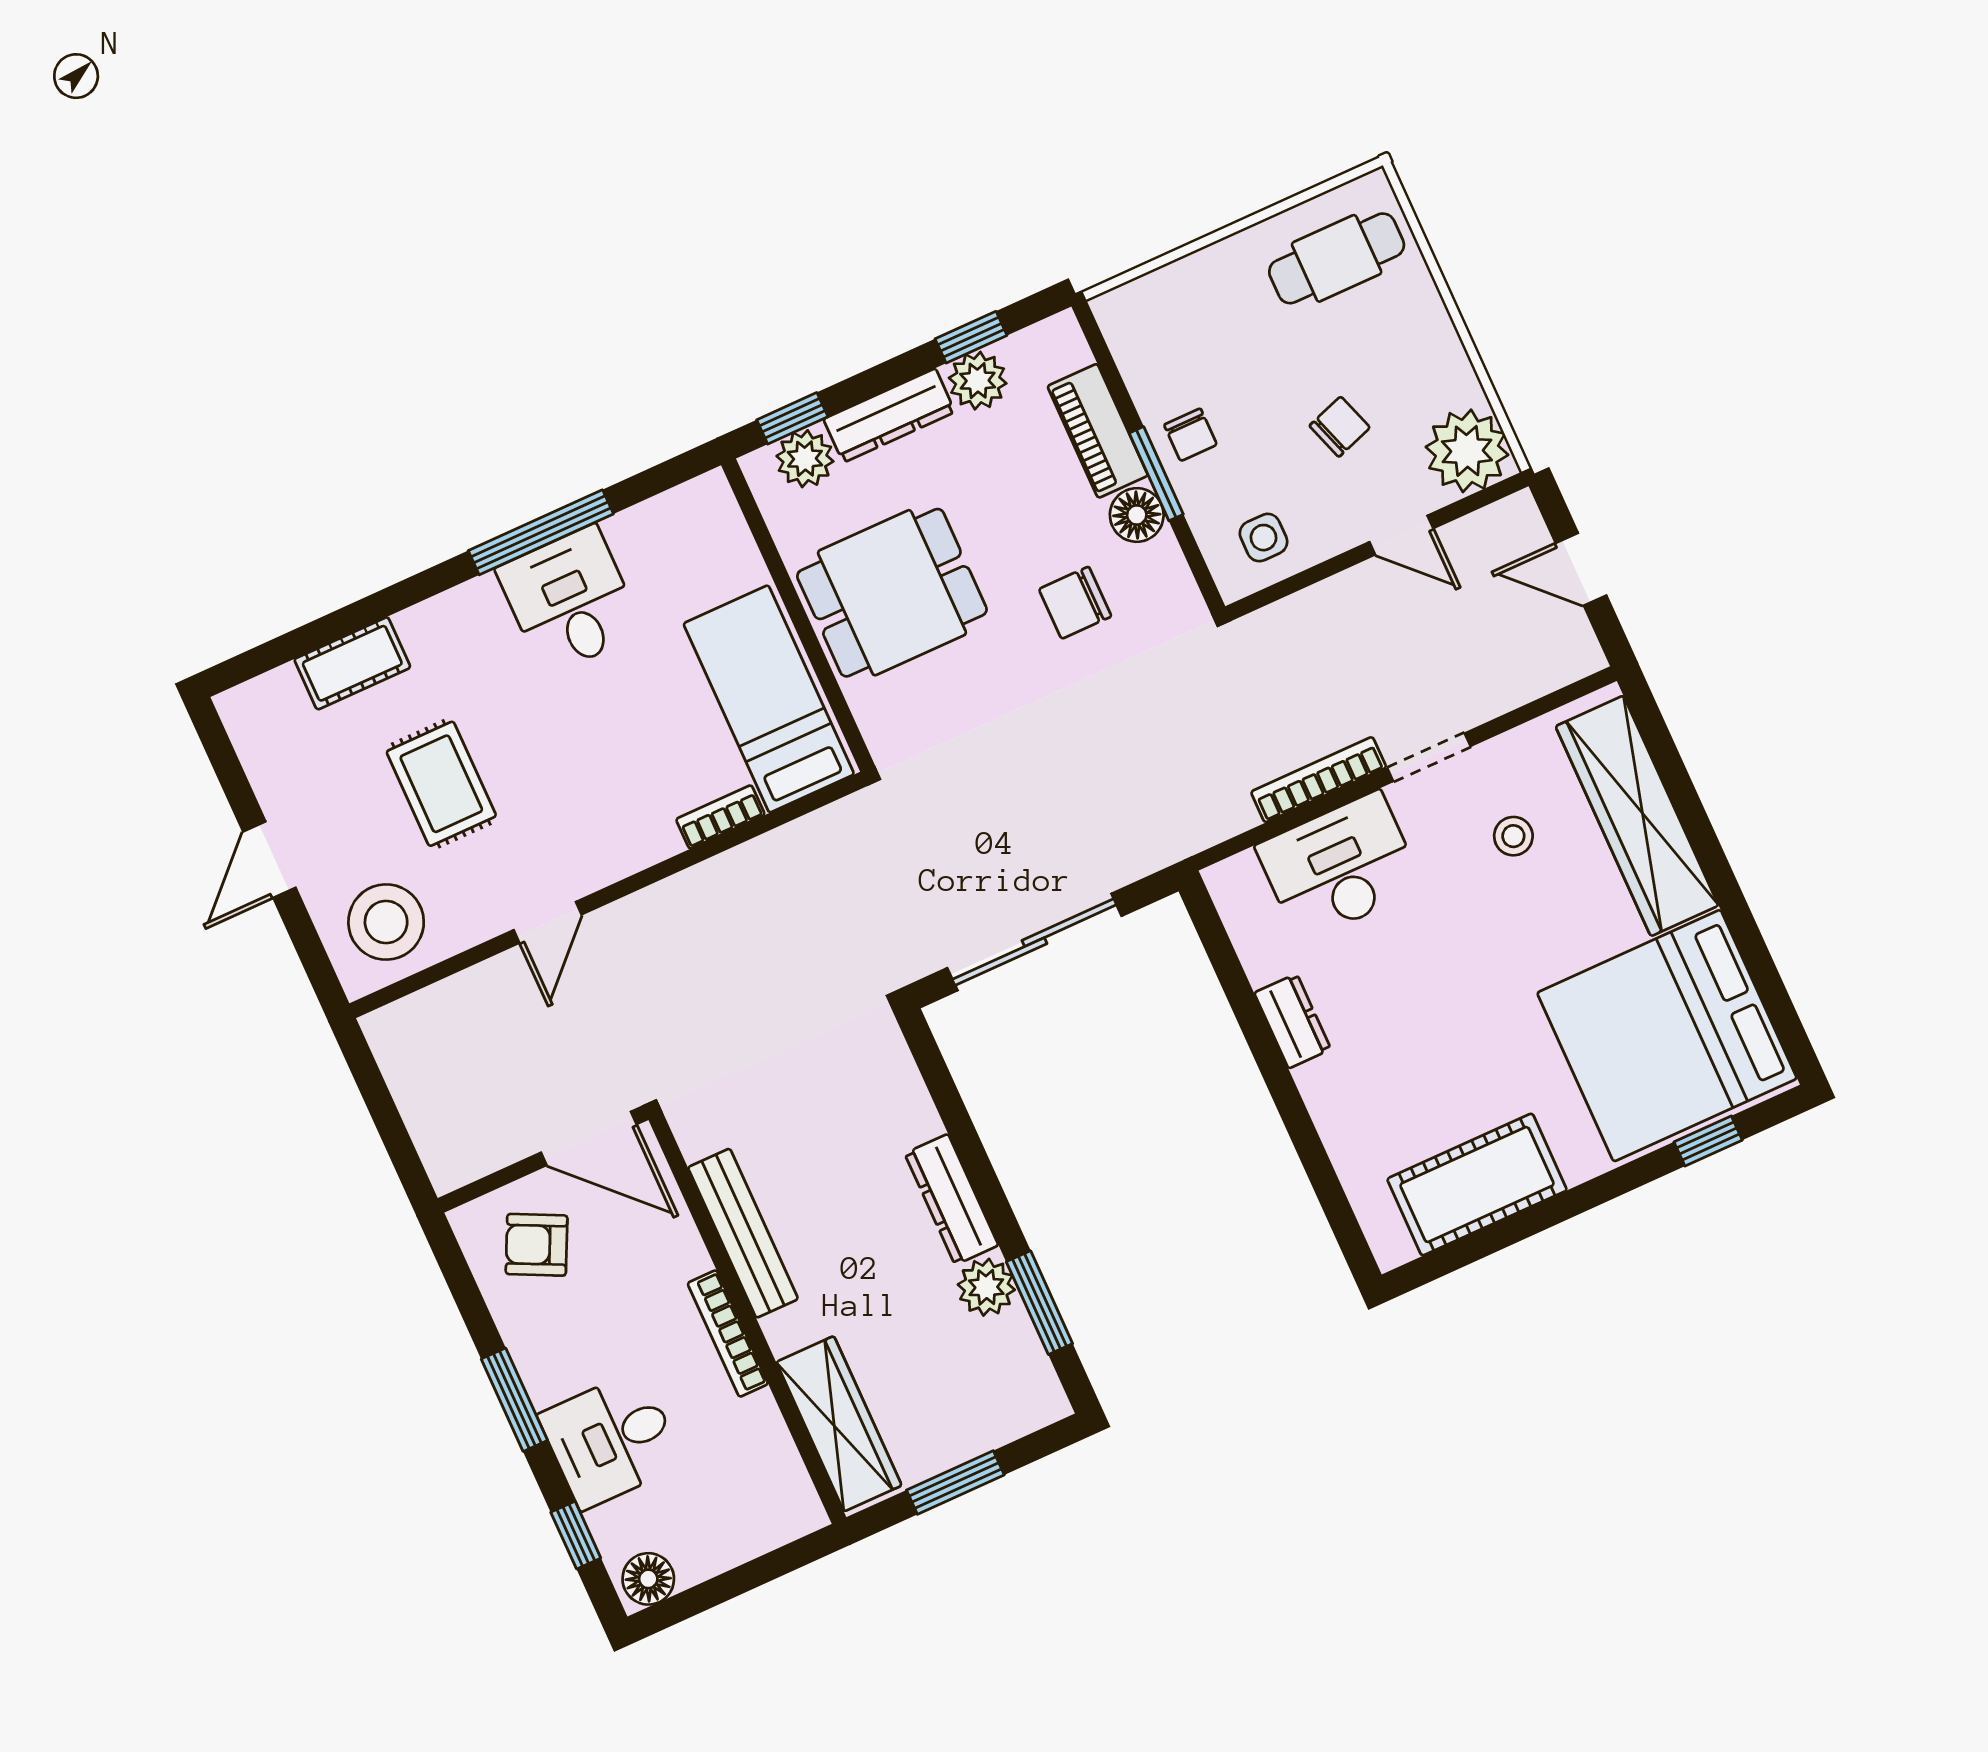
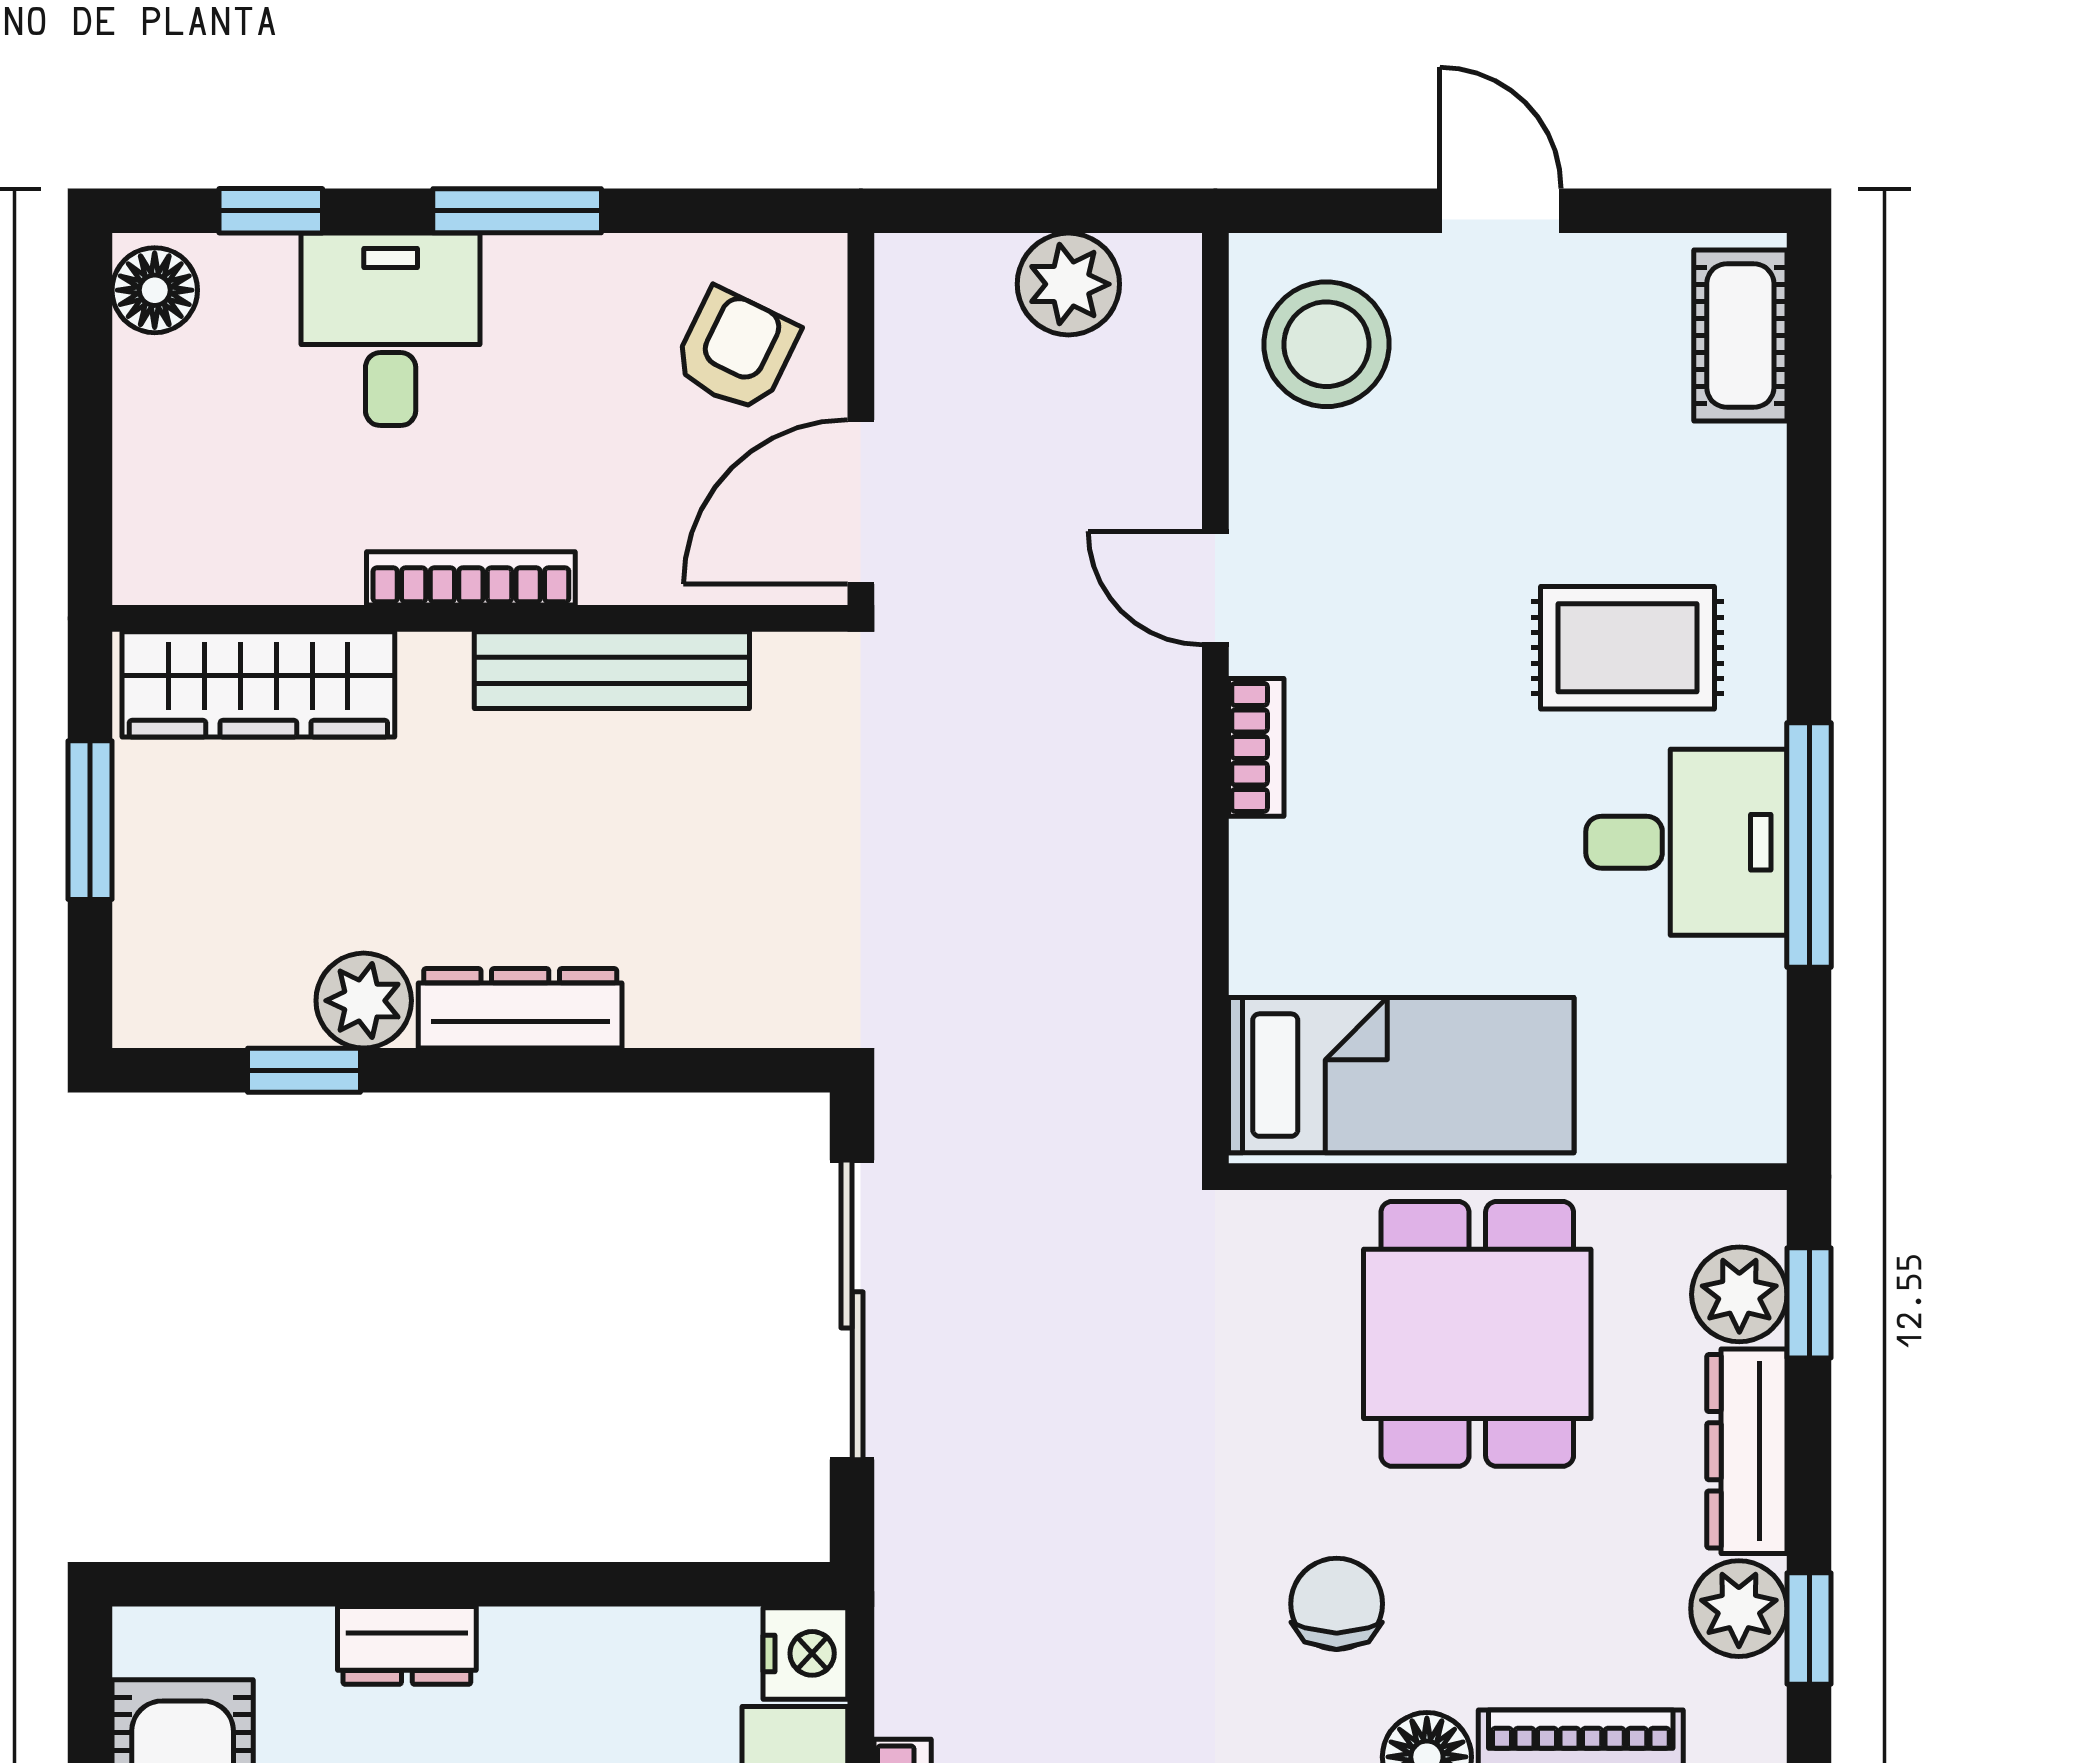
cot: (352, 663) -> (1740, 336), moved
rug: (441, 784) -> (1628, 648), moved
bookcase: (720, 817) -> (1256, 747), moved
nightstand: (1235, 882) -> (805, 1653), added
dresser: (1292, 1021) -> (407, 1645), moved
plant: (417, 1079) -> (1068, 284), added
window: (1039, 1303) -> (304, 1070), width x0.67

